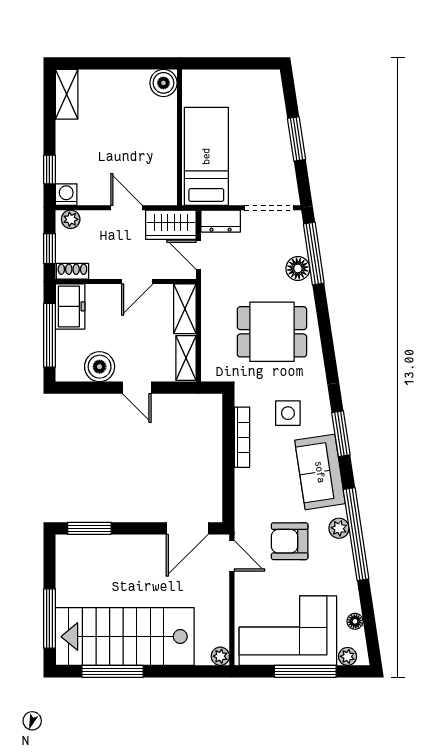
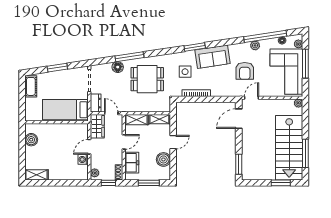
cot: (256, 82) -> (31, 86), added
boiler: (163, 83) -> (31, 140), moved
window: (49, 170) -> (72, 183), removed
washing machine: (66, 195) -> (83, 159), moved
window: (314, 254) -> (129, 57), moved
door: (198, 255) -> (111, 113), swing flipped
door: (137, 282) -> (124, 142), hinge flipped
freezer: (70, 306) -> (132, 163), moved, turned 90
dining table: (272, 332) -> (147, 79), turned 90
window: (49, 335) -> (149, 183), width x0.69
door: (187, 528) -> (239, 119), swing flipped
plant: (339, 528) -> (255, 45), moved
window: (356, 534) -> (265, 36), moved
window: (49, 619) -> (281, 183), width x0.69

